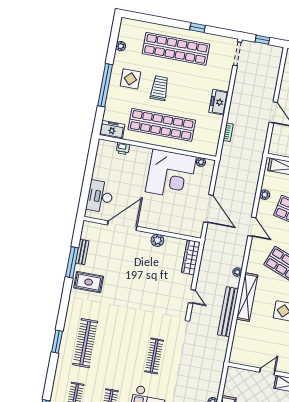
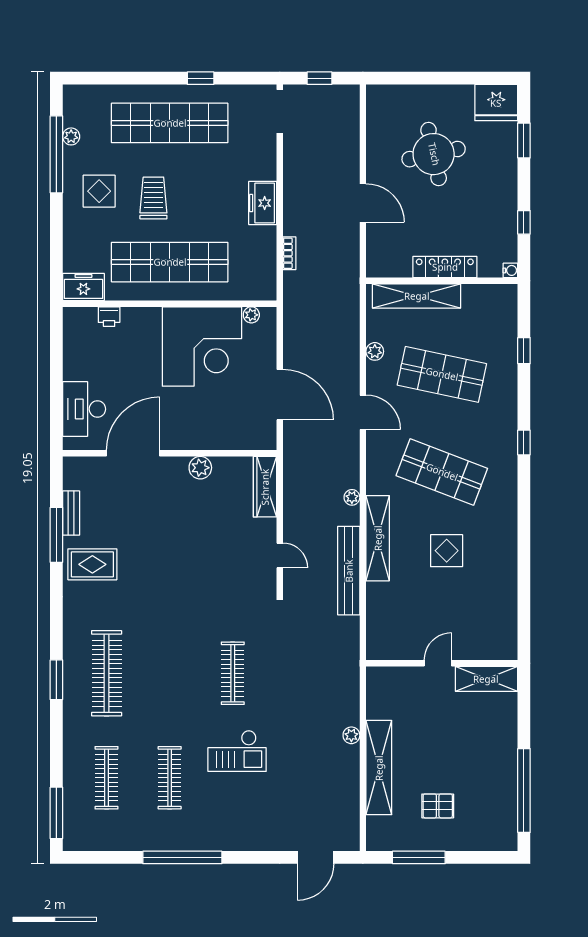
window: (105, 85) -> (56, 154), moved

